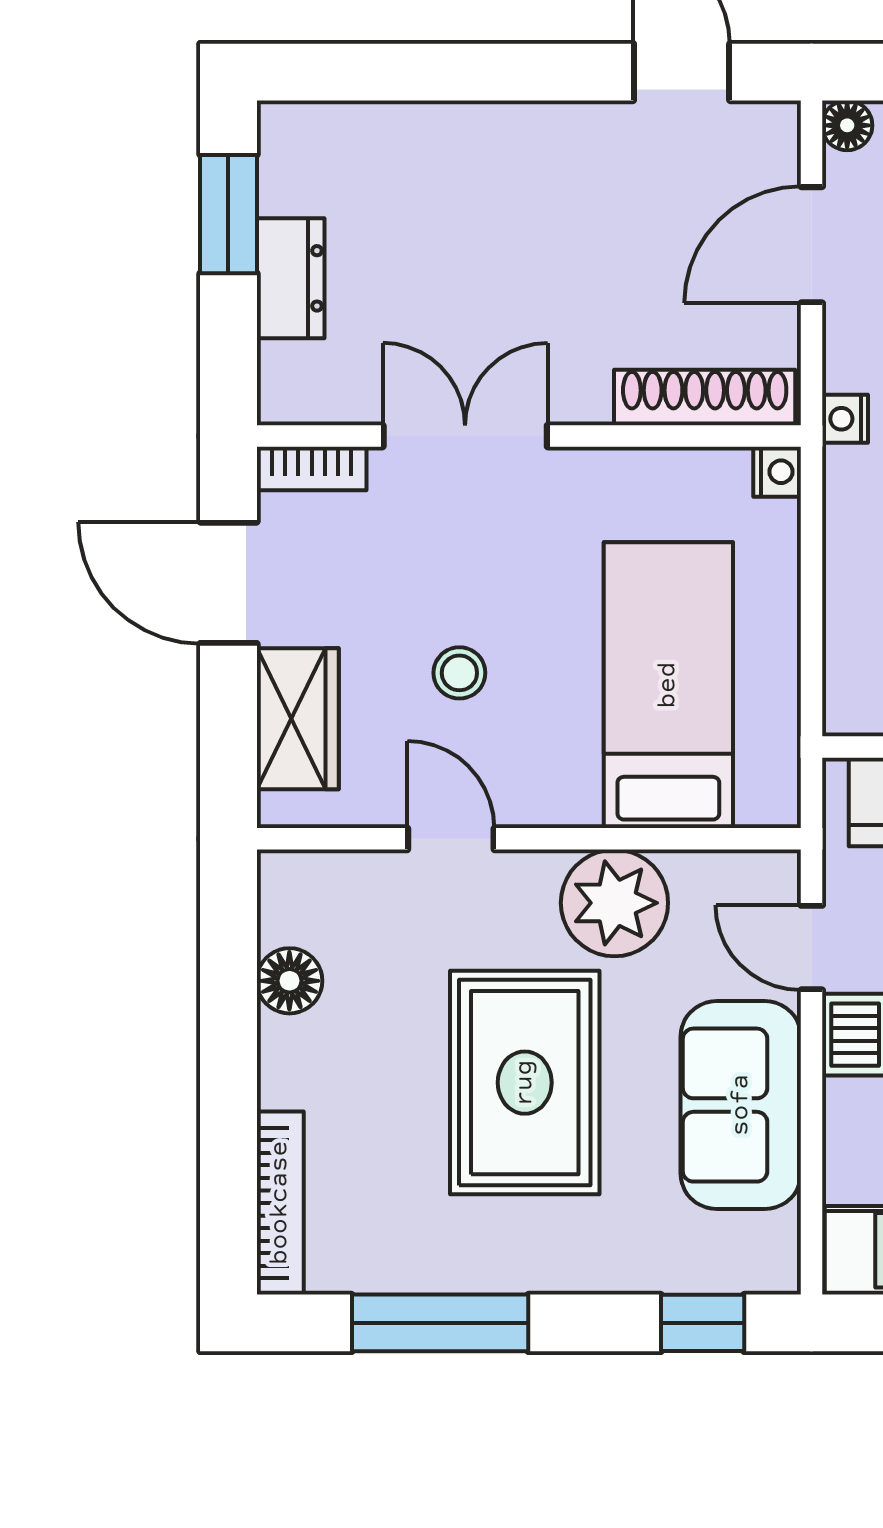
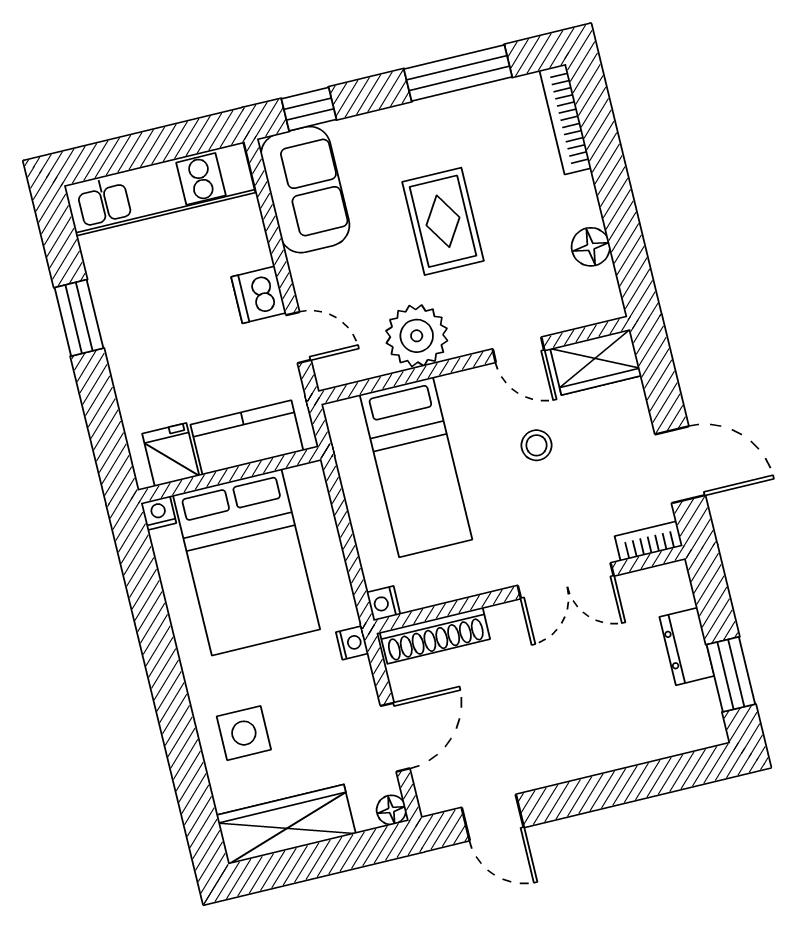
wardrobe: (298, 719) -> (596, 362), moved, turned -90
rug: (525, 1083) -> (443, 221), width x0.73, depth x0.70
sofa: (741, 1105) -> (305, 190), moved

